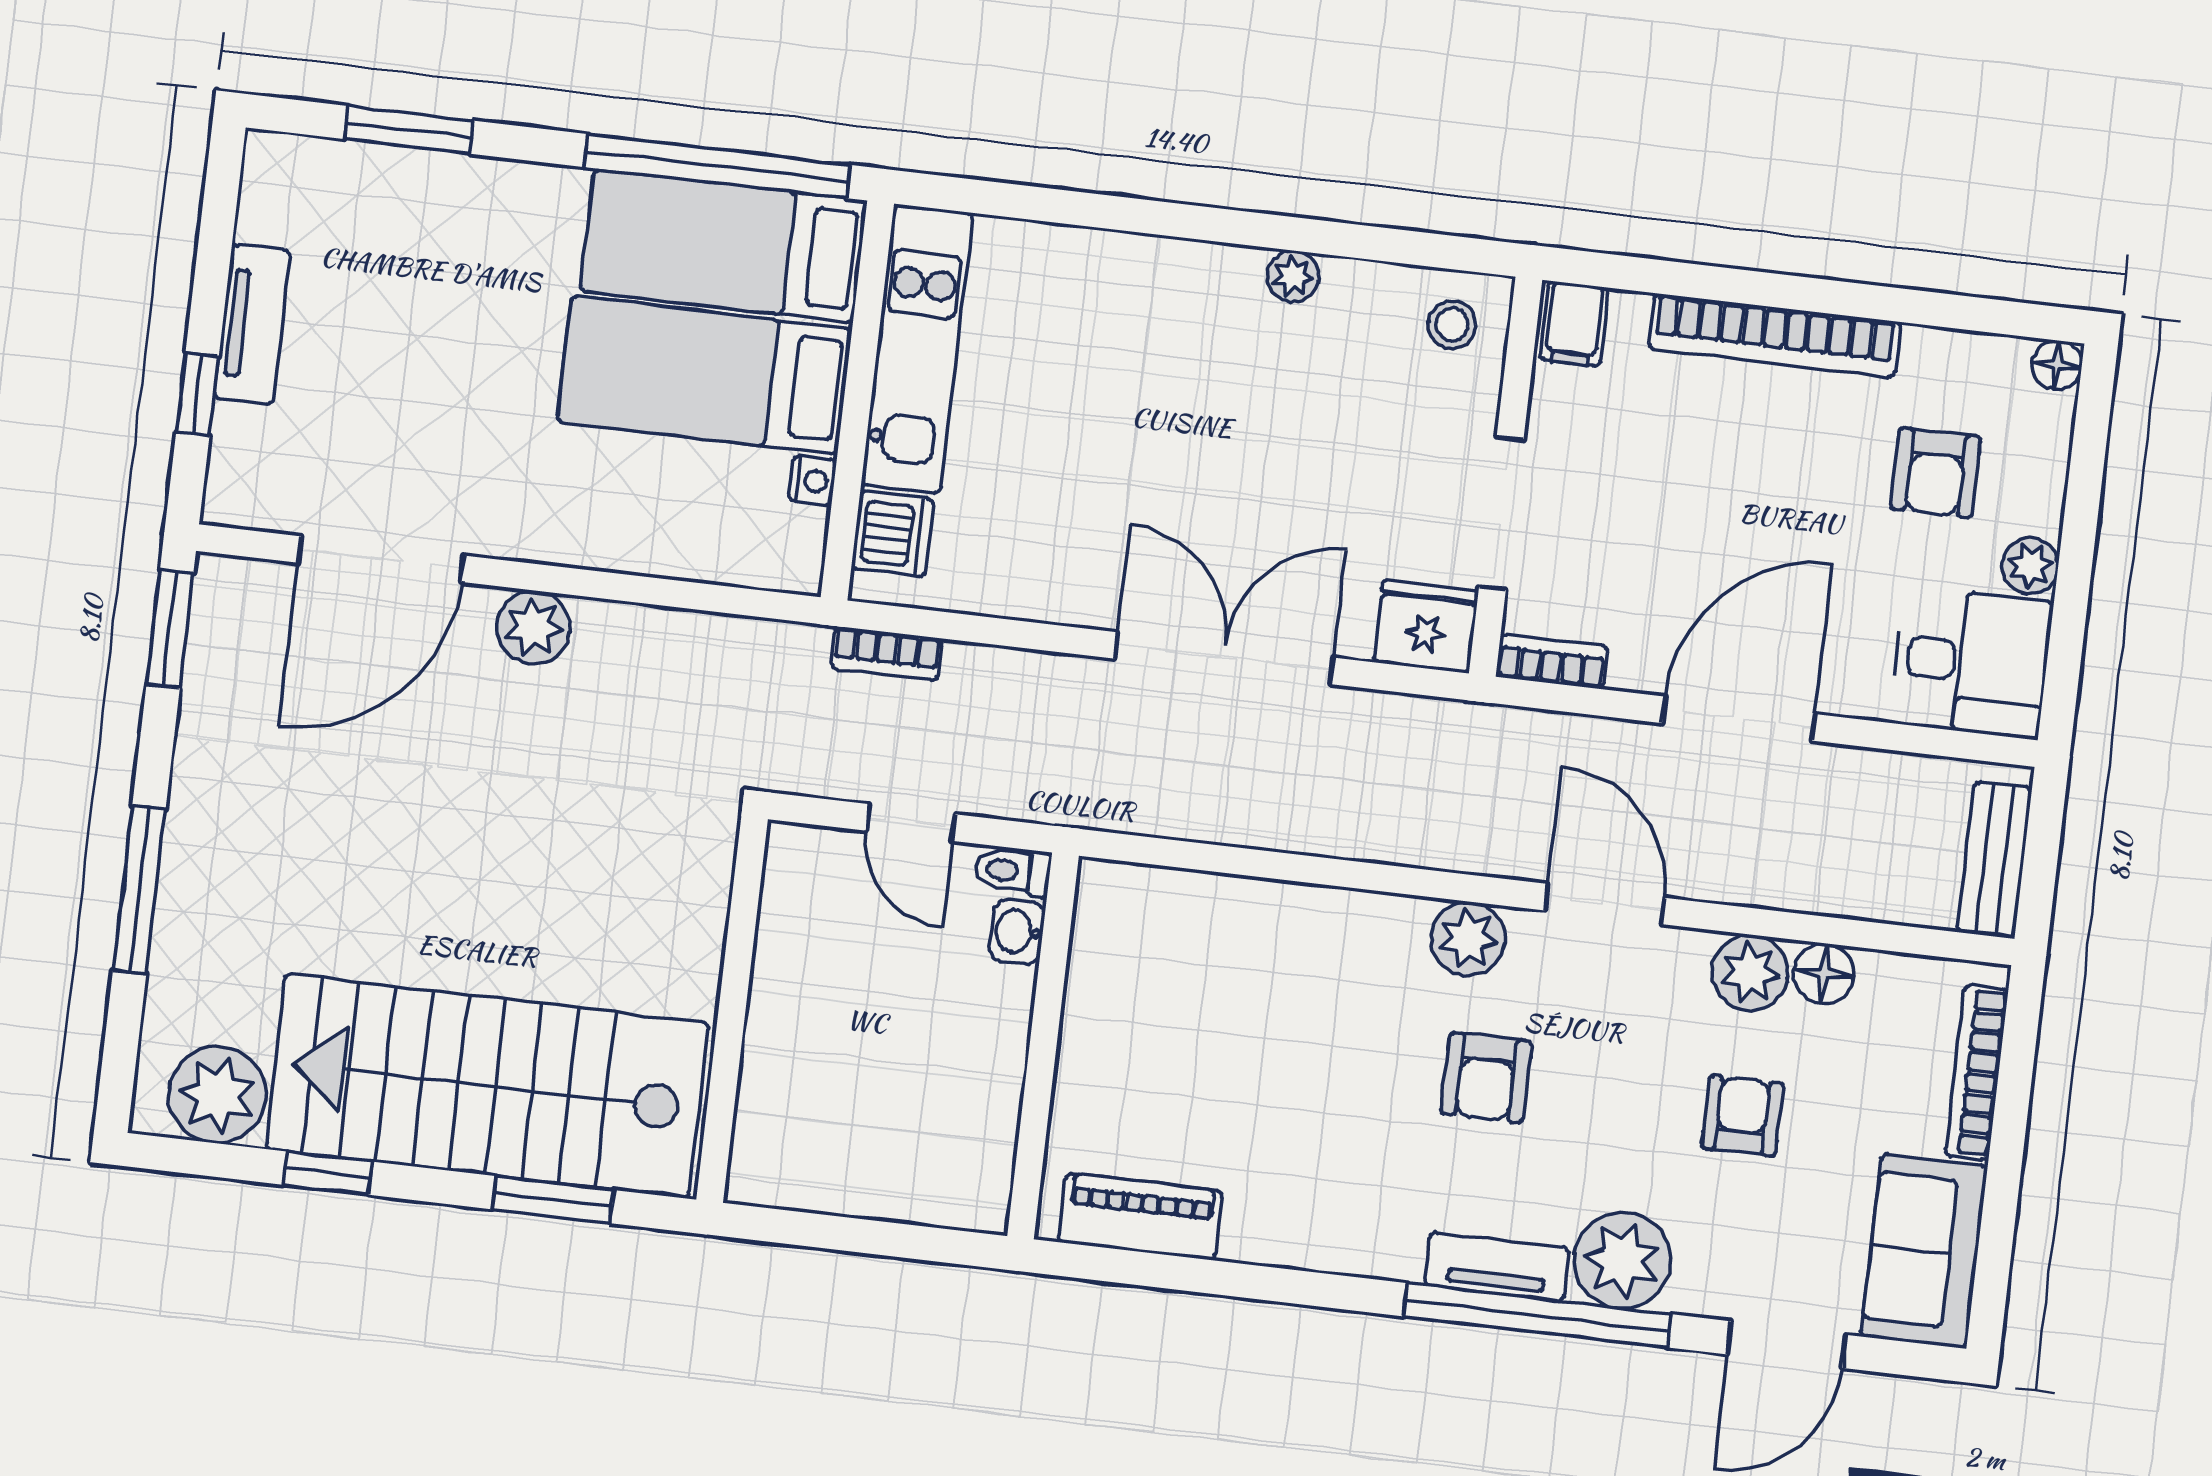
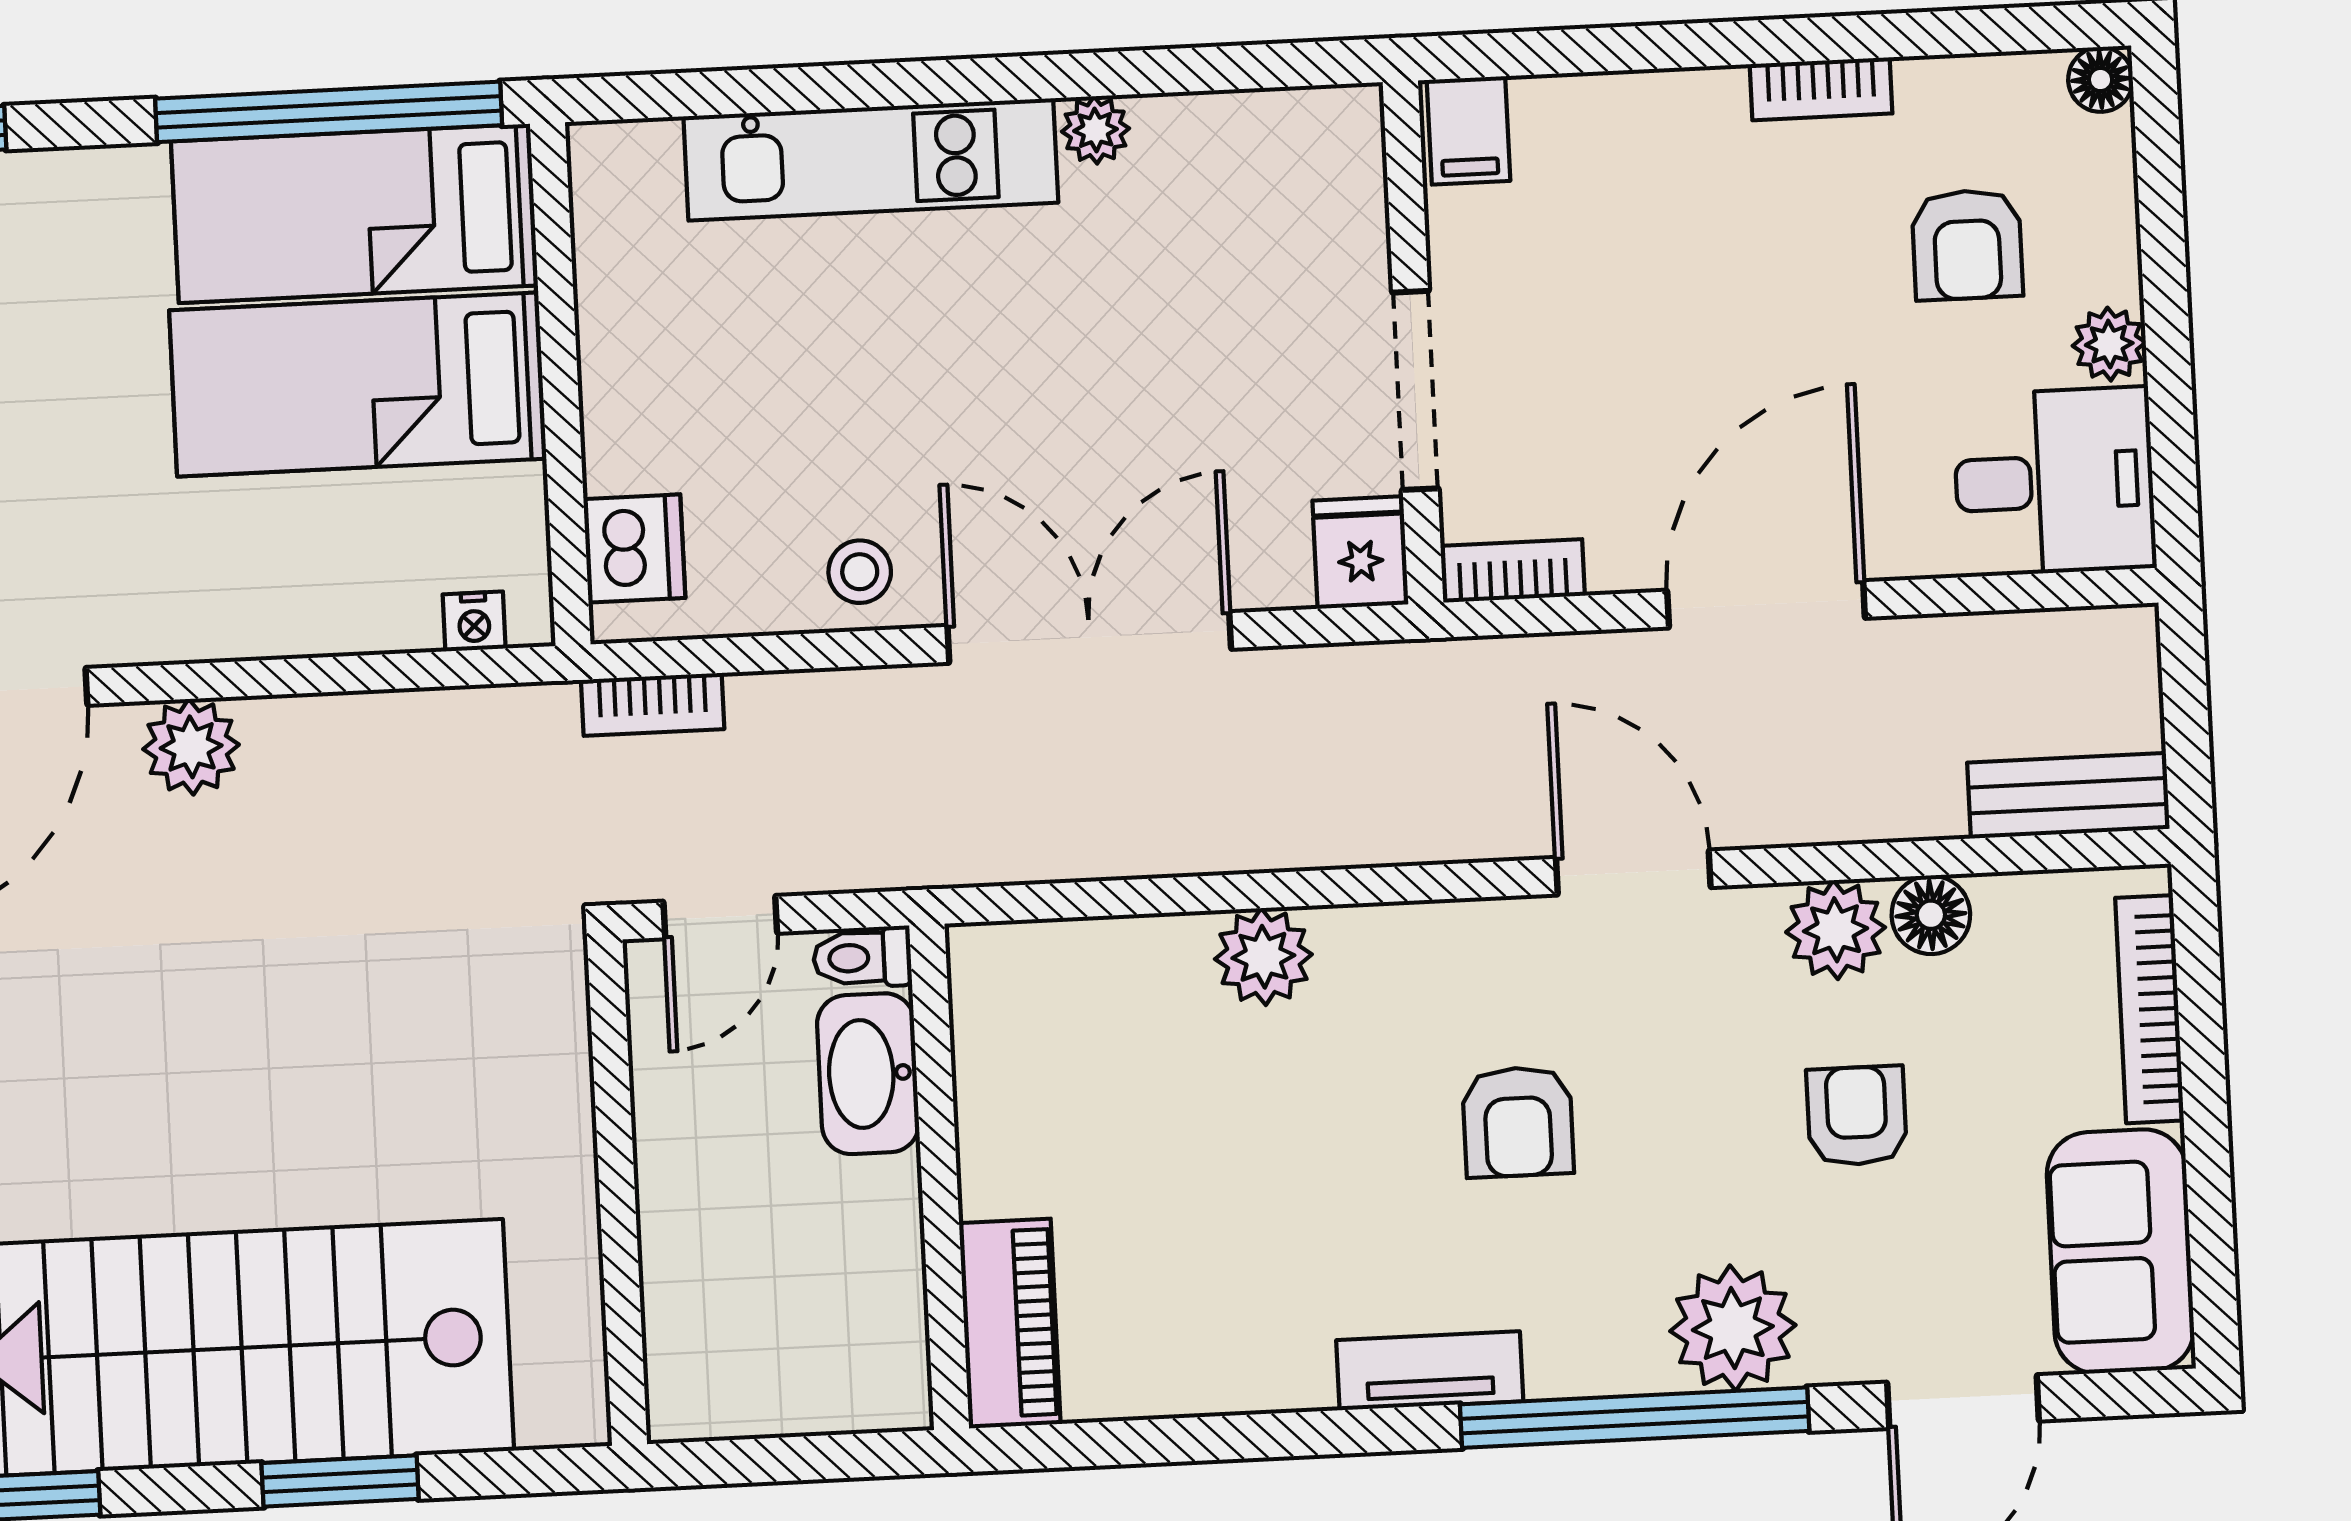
stool: (1452, 324) -> (860, 572), moved
bookcase: (1774, 335) -> (1821, 89), width x0.43, depth x0.76
kitchen unit: (917, 349) -> (871, 159), moved, turned 90
nightstand: (812, 481) -> (474, 621), moved, turned 90
fridge: (1426, 627) -> (1360, 552), width x0.72
door: (911, 823) -> (720, 917), hinge flipped
bench: (1995, 860) -> (2068, 796), moved, turned 90
washbasin: (1017, 932) -> (868, 1074), width x1.91, depth x1.45
plant: (1468, 939) -> (1263, 957), moved
wall: (732, 1009) -> (617, 1193), moved
piano: (1141, 1217) -> (1010, 1324), moved, turned 90
tv unit: (1497, 1267) -> (1430, 1371), moved

